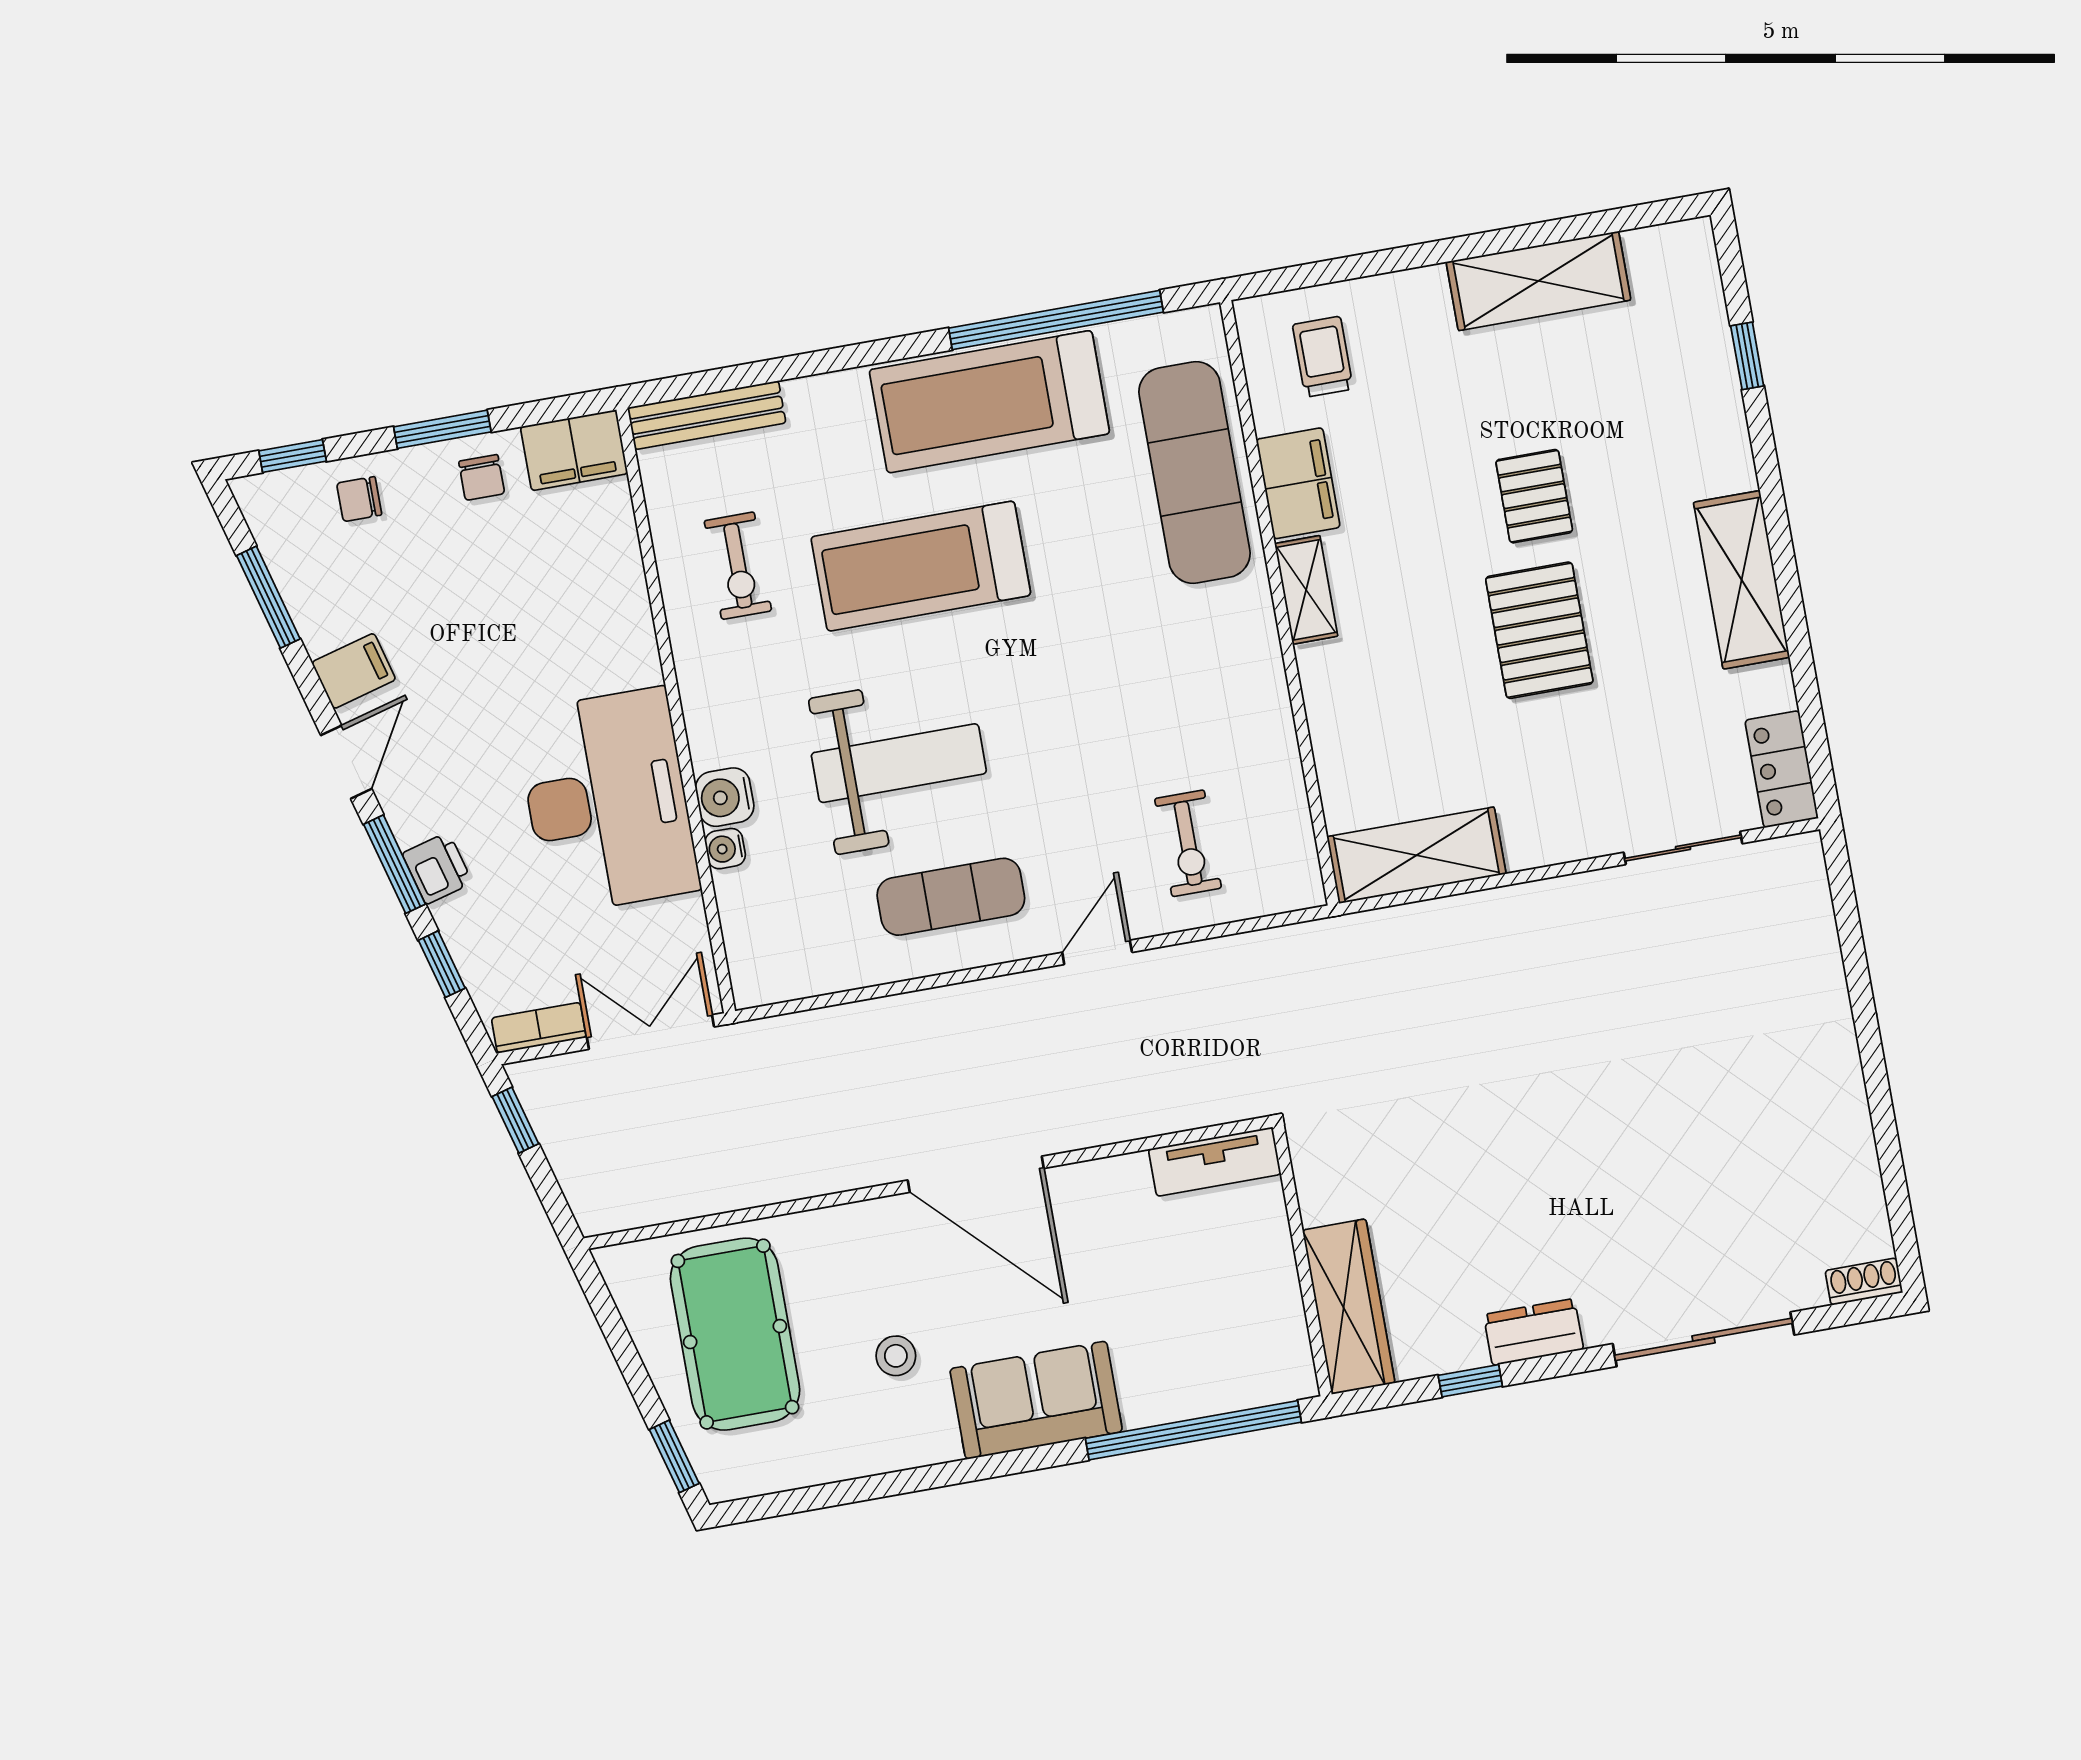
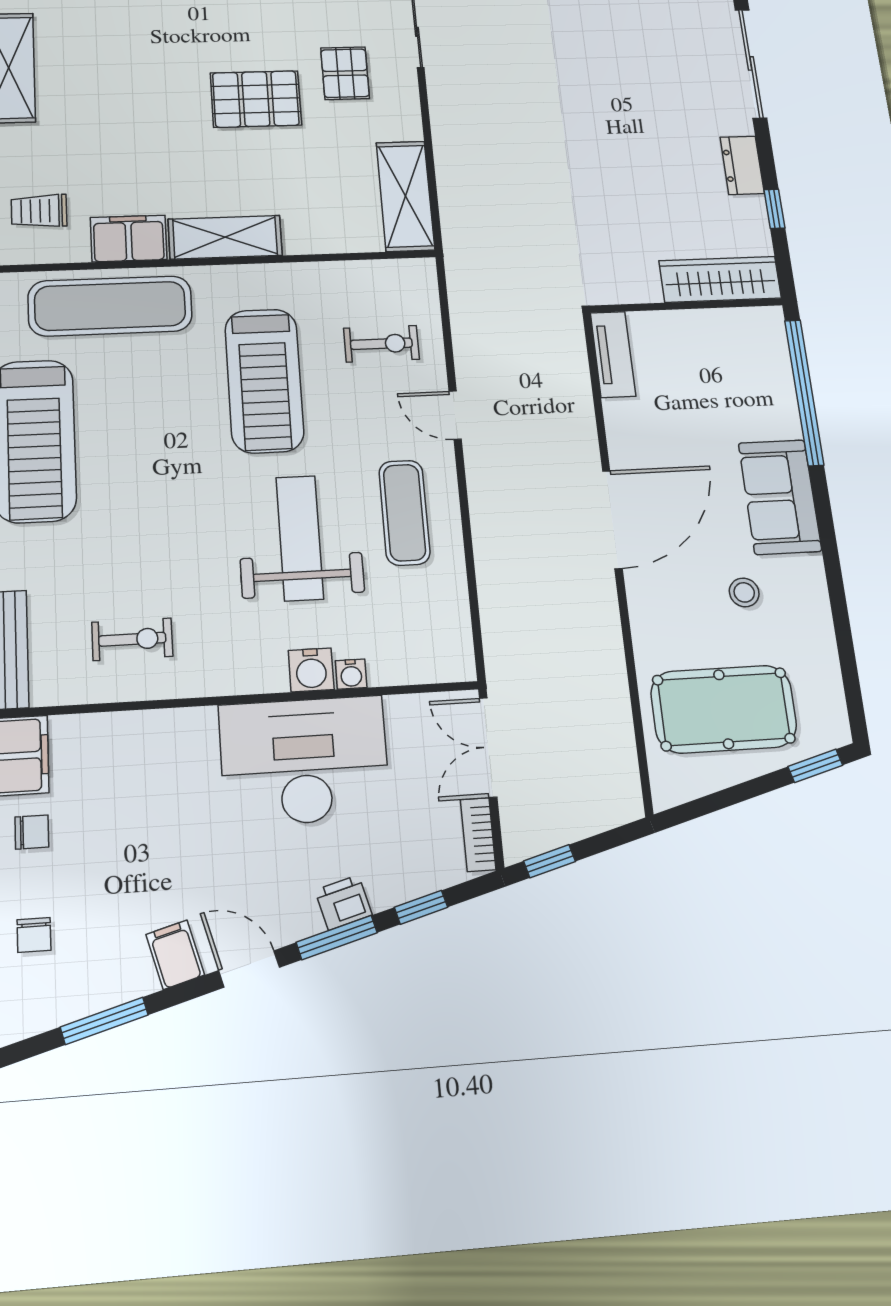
pallet: (1534, 496) -> (345, 73), moved, turned 90
treadmill: (921, 566) -> (264, 380), moved
shelving: (1306, 590) -> (225, 237), width x1.50, depth x1.33

